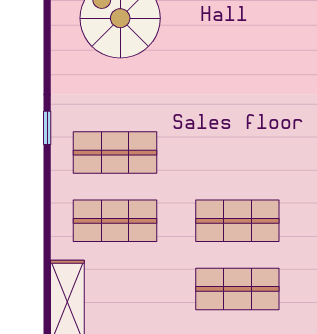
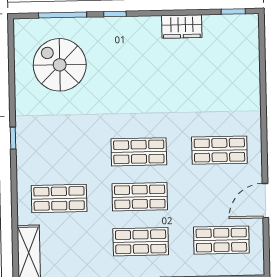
shop shelf: (115, 153) -> (139, 152), moved

